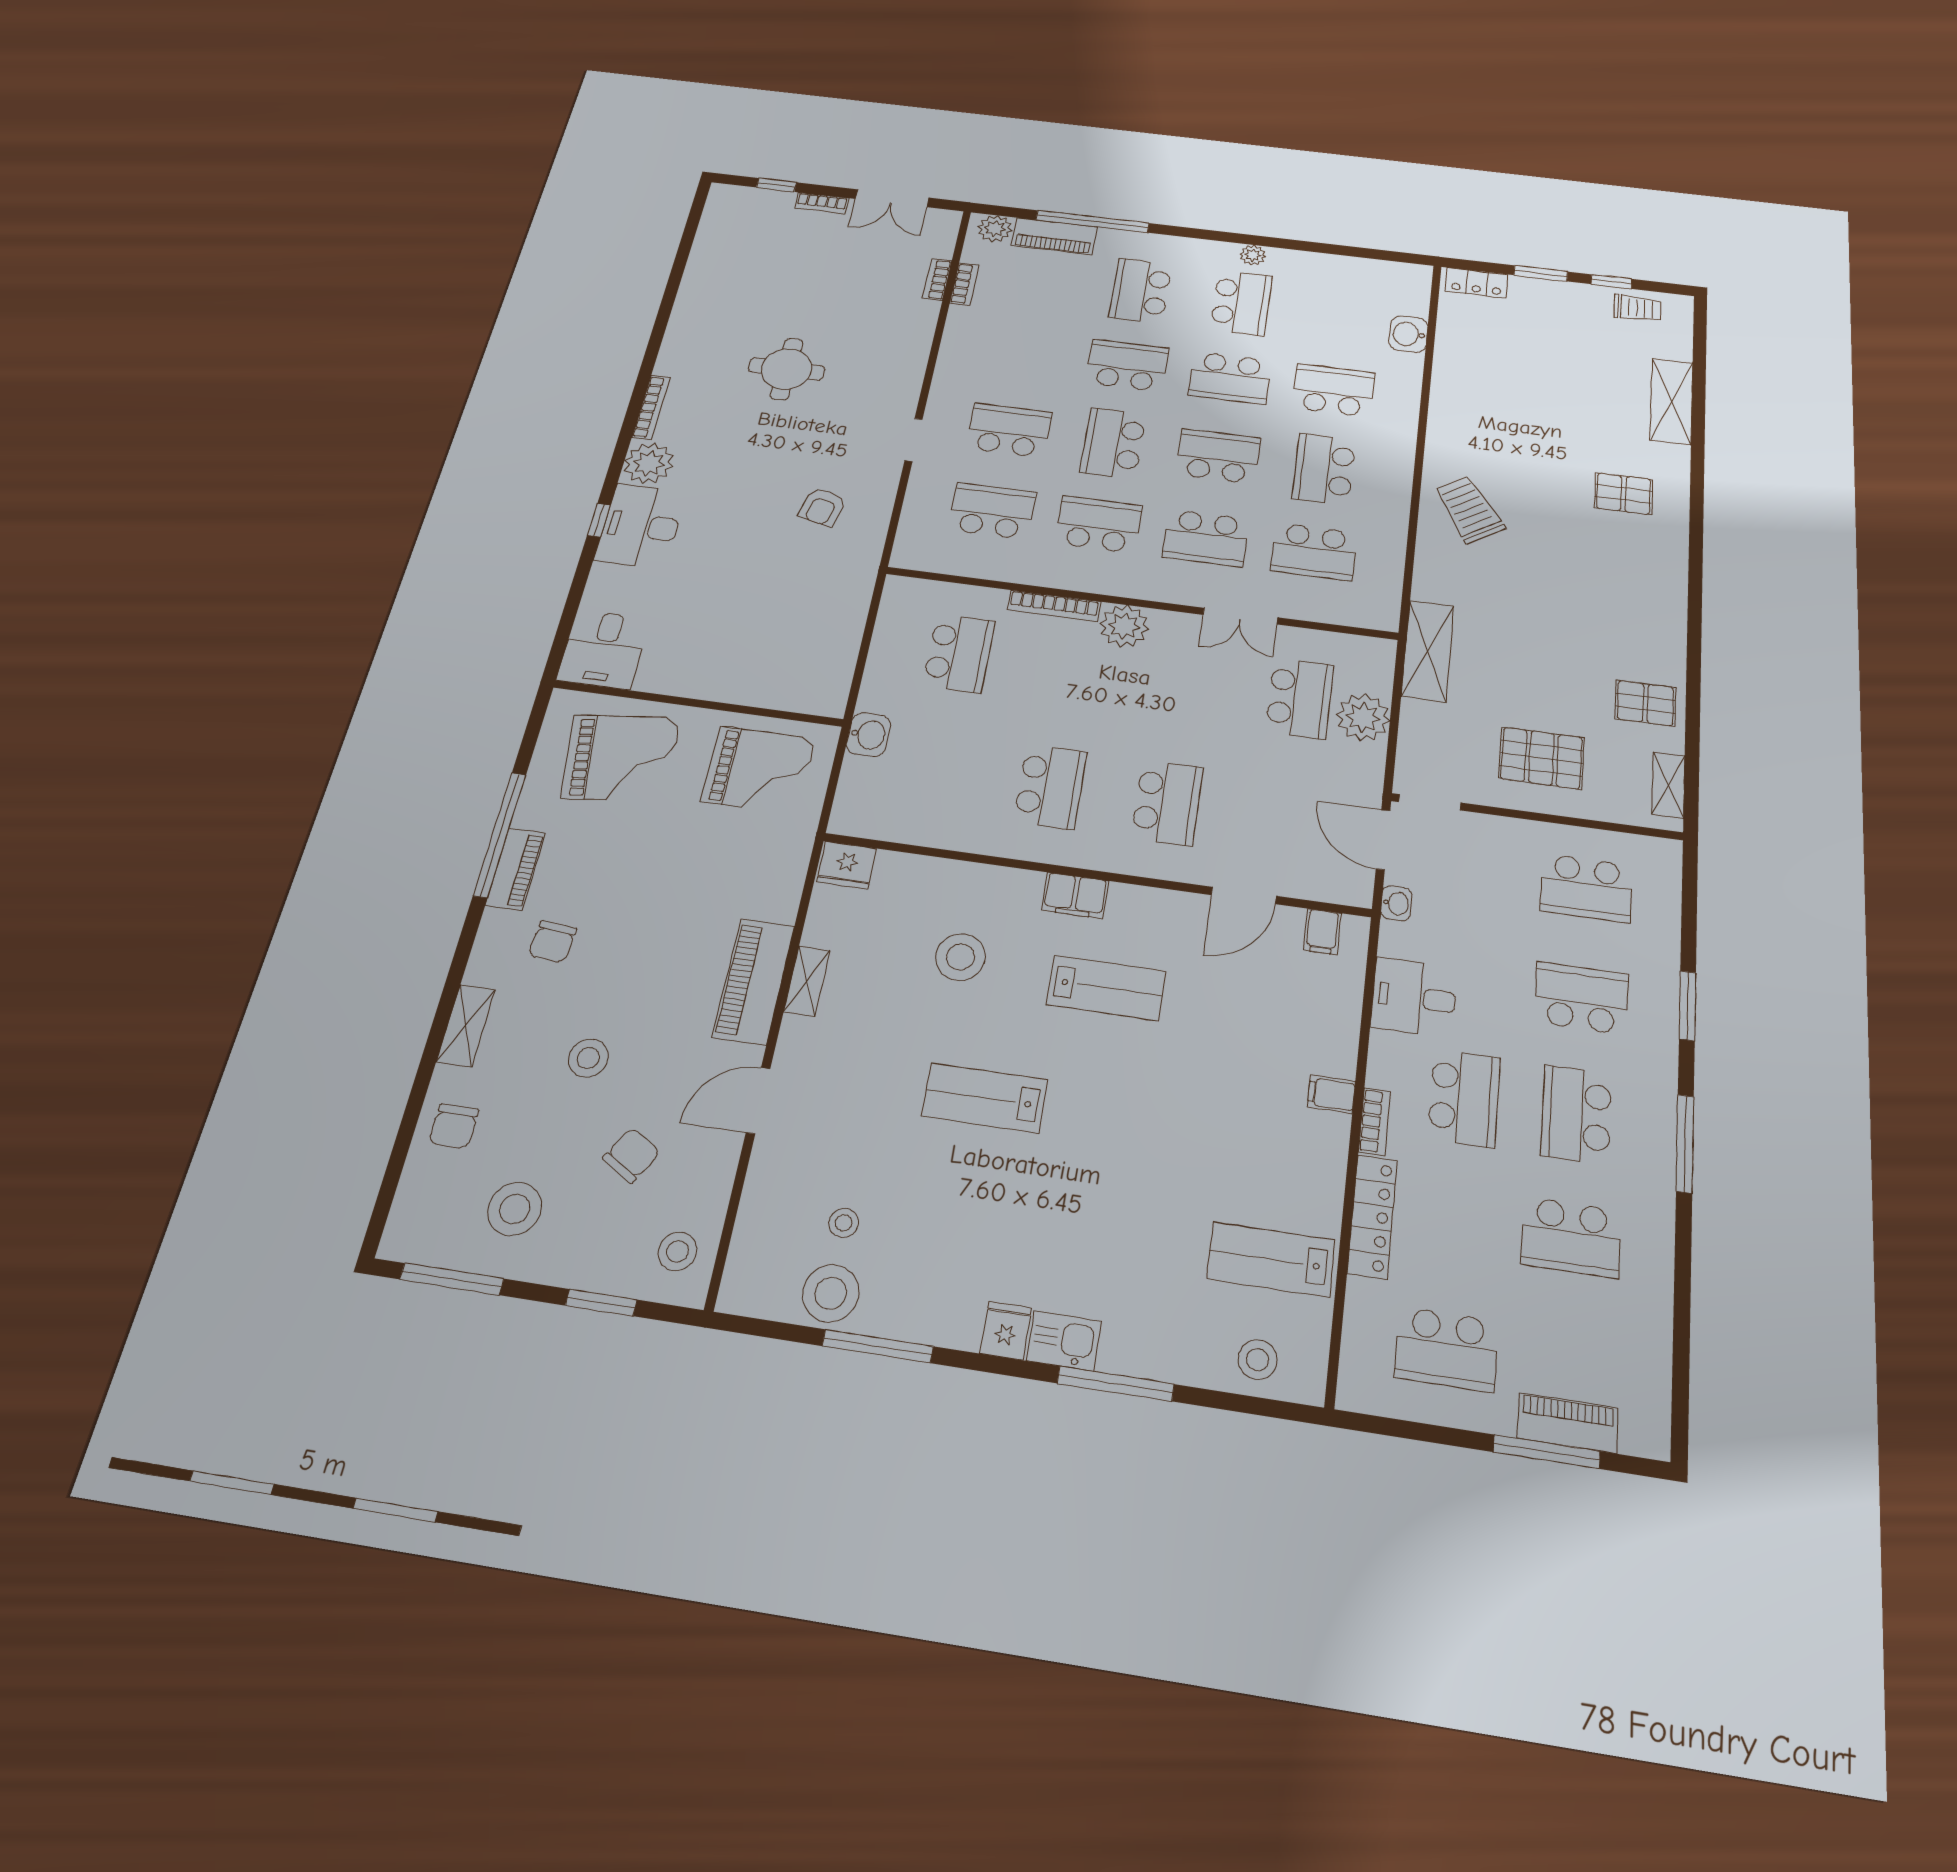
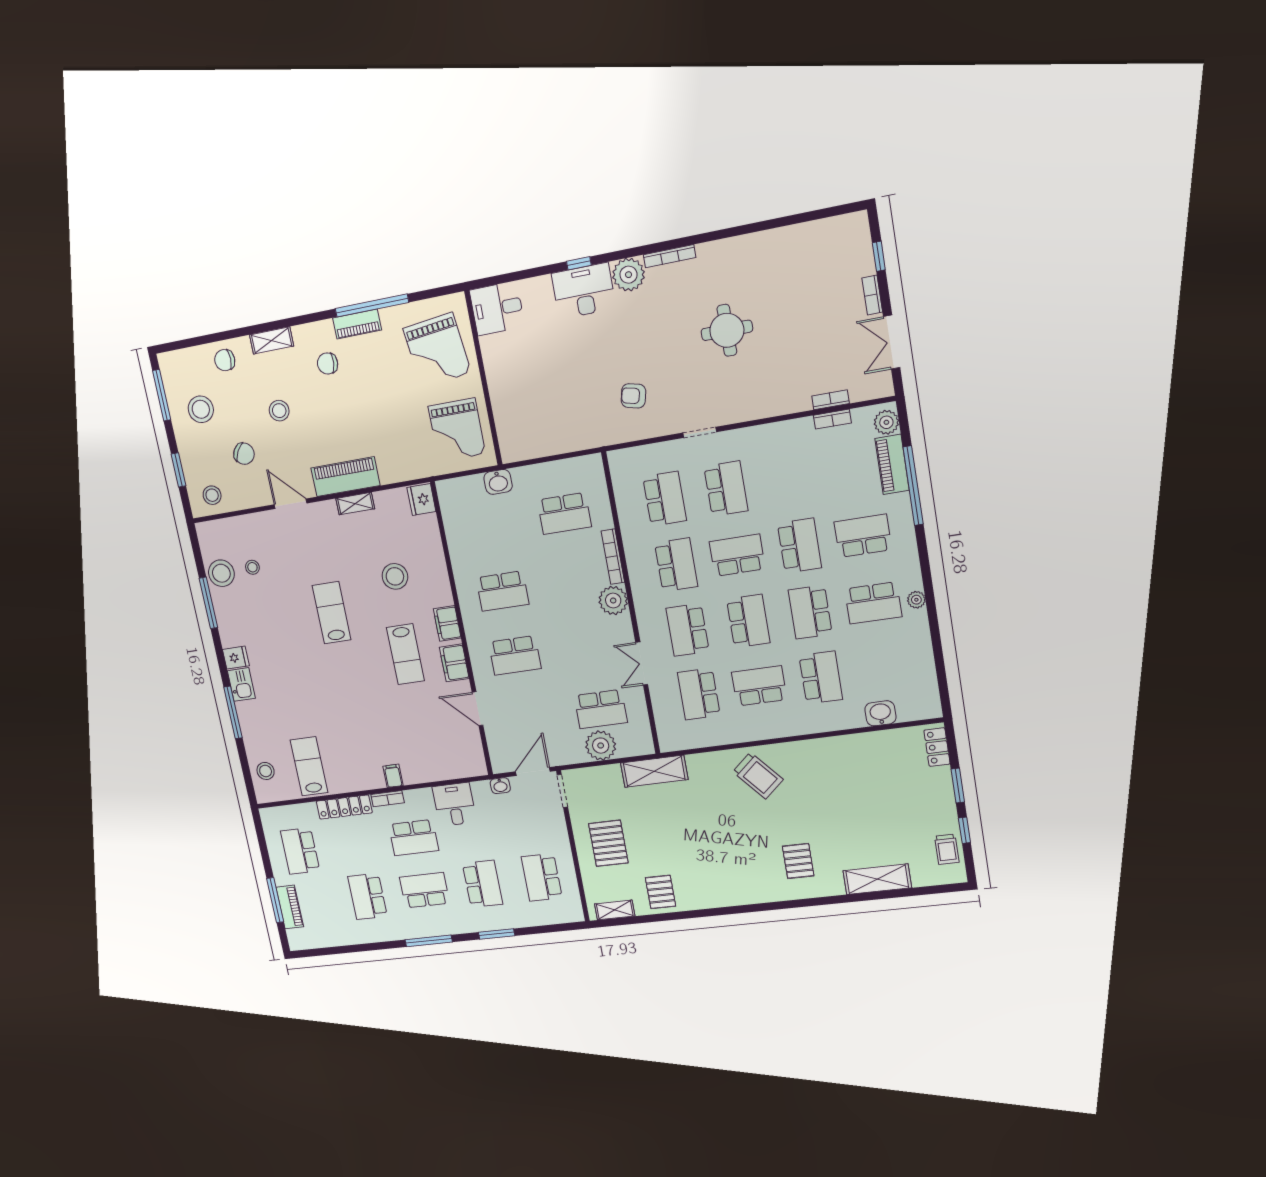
trolley: (1469, 509) -> (758, 776), turned 82
filing cabinet: (1322, 932) -> (454, 663), moved, width x2.00

